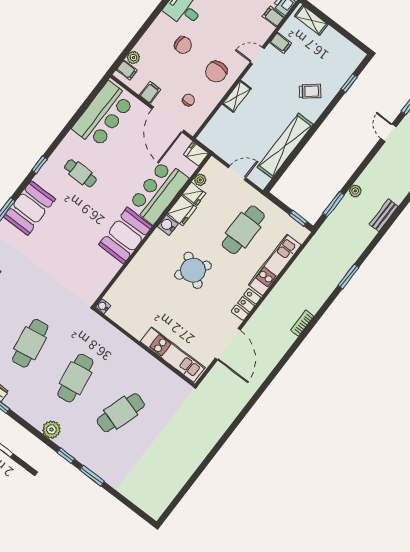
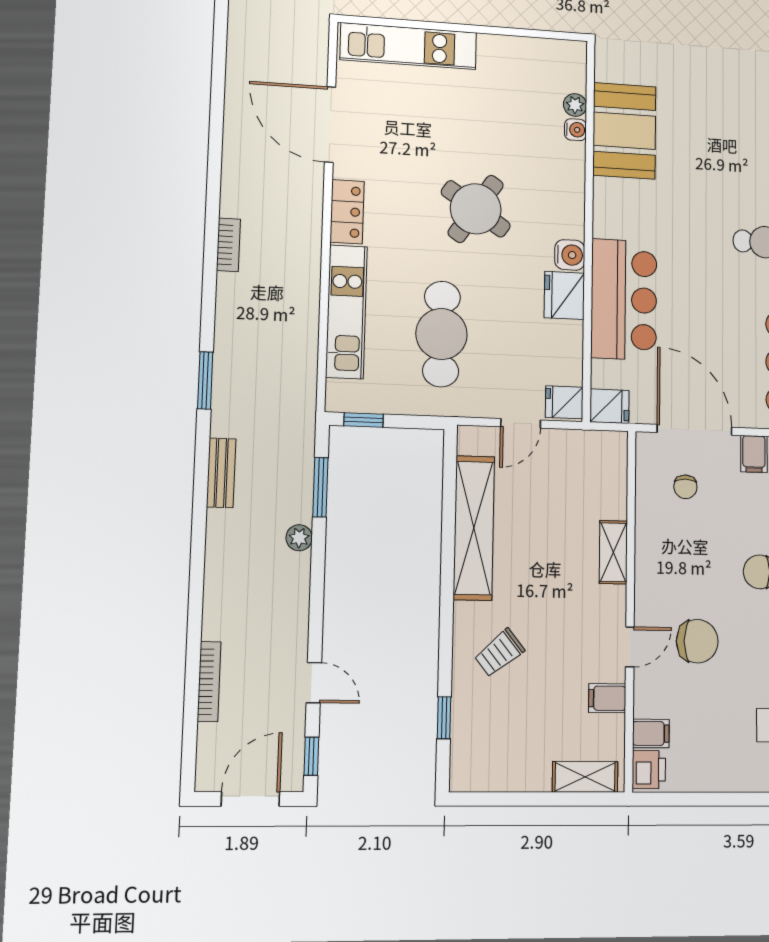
chair: (216, 72) -> (697, 641), moved, turned 90
plant: (200, 180) -> (575, 105), moved
fridge: (194, 194) -> (564, 402), moved
bench: (384, 215) -> (221, 473), moved
booth: (125, 236) -> (624, 131), moved
water cooler: (103, 306) -> (575, 130), moved

